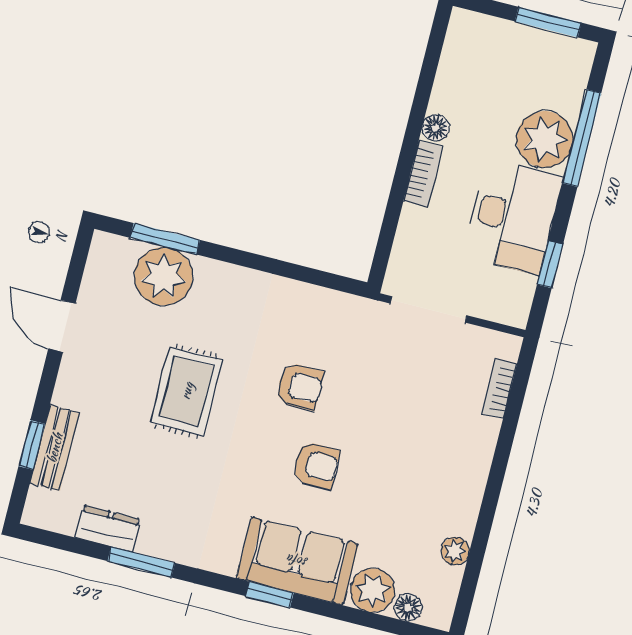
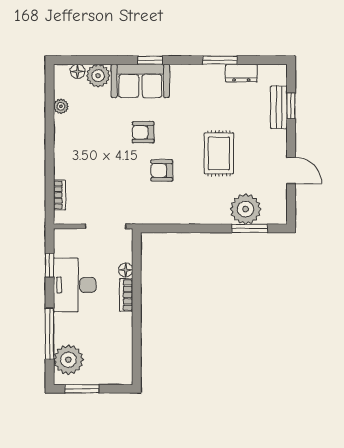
floor lamp: (436, 128) -> (126, 270), moved
plant: (545, 139) -> (68, 360), moved

